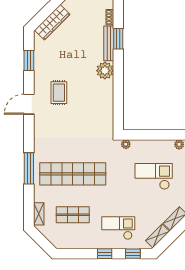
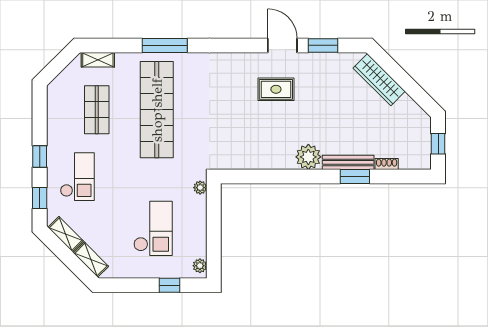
door: (29, 104) -> (282, 45), moved

